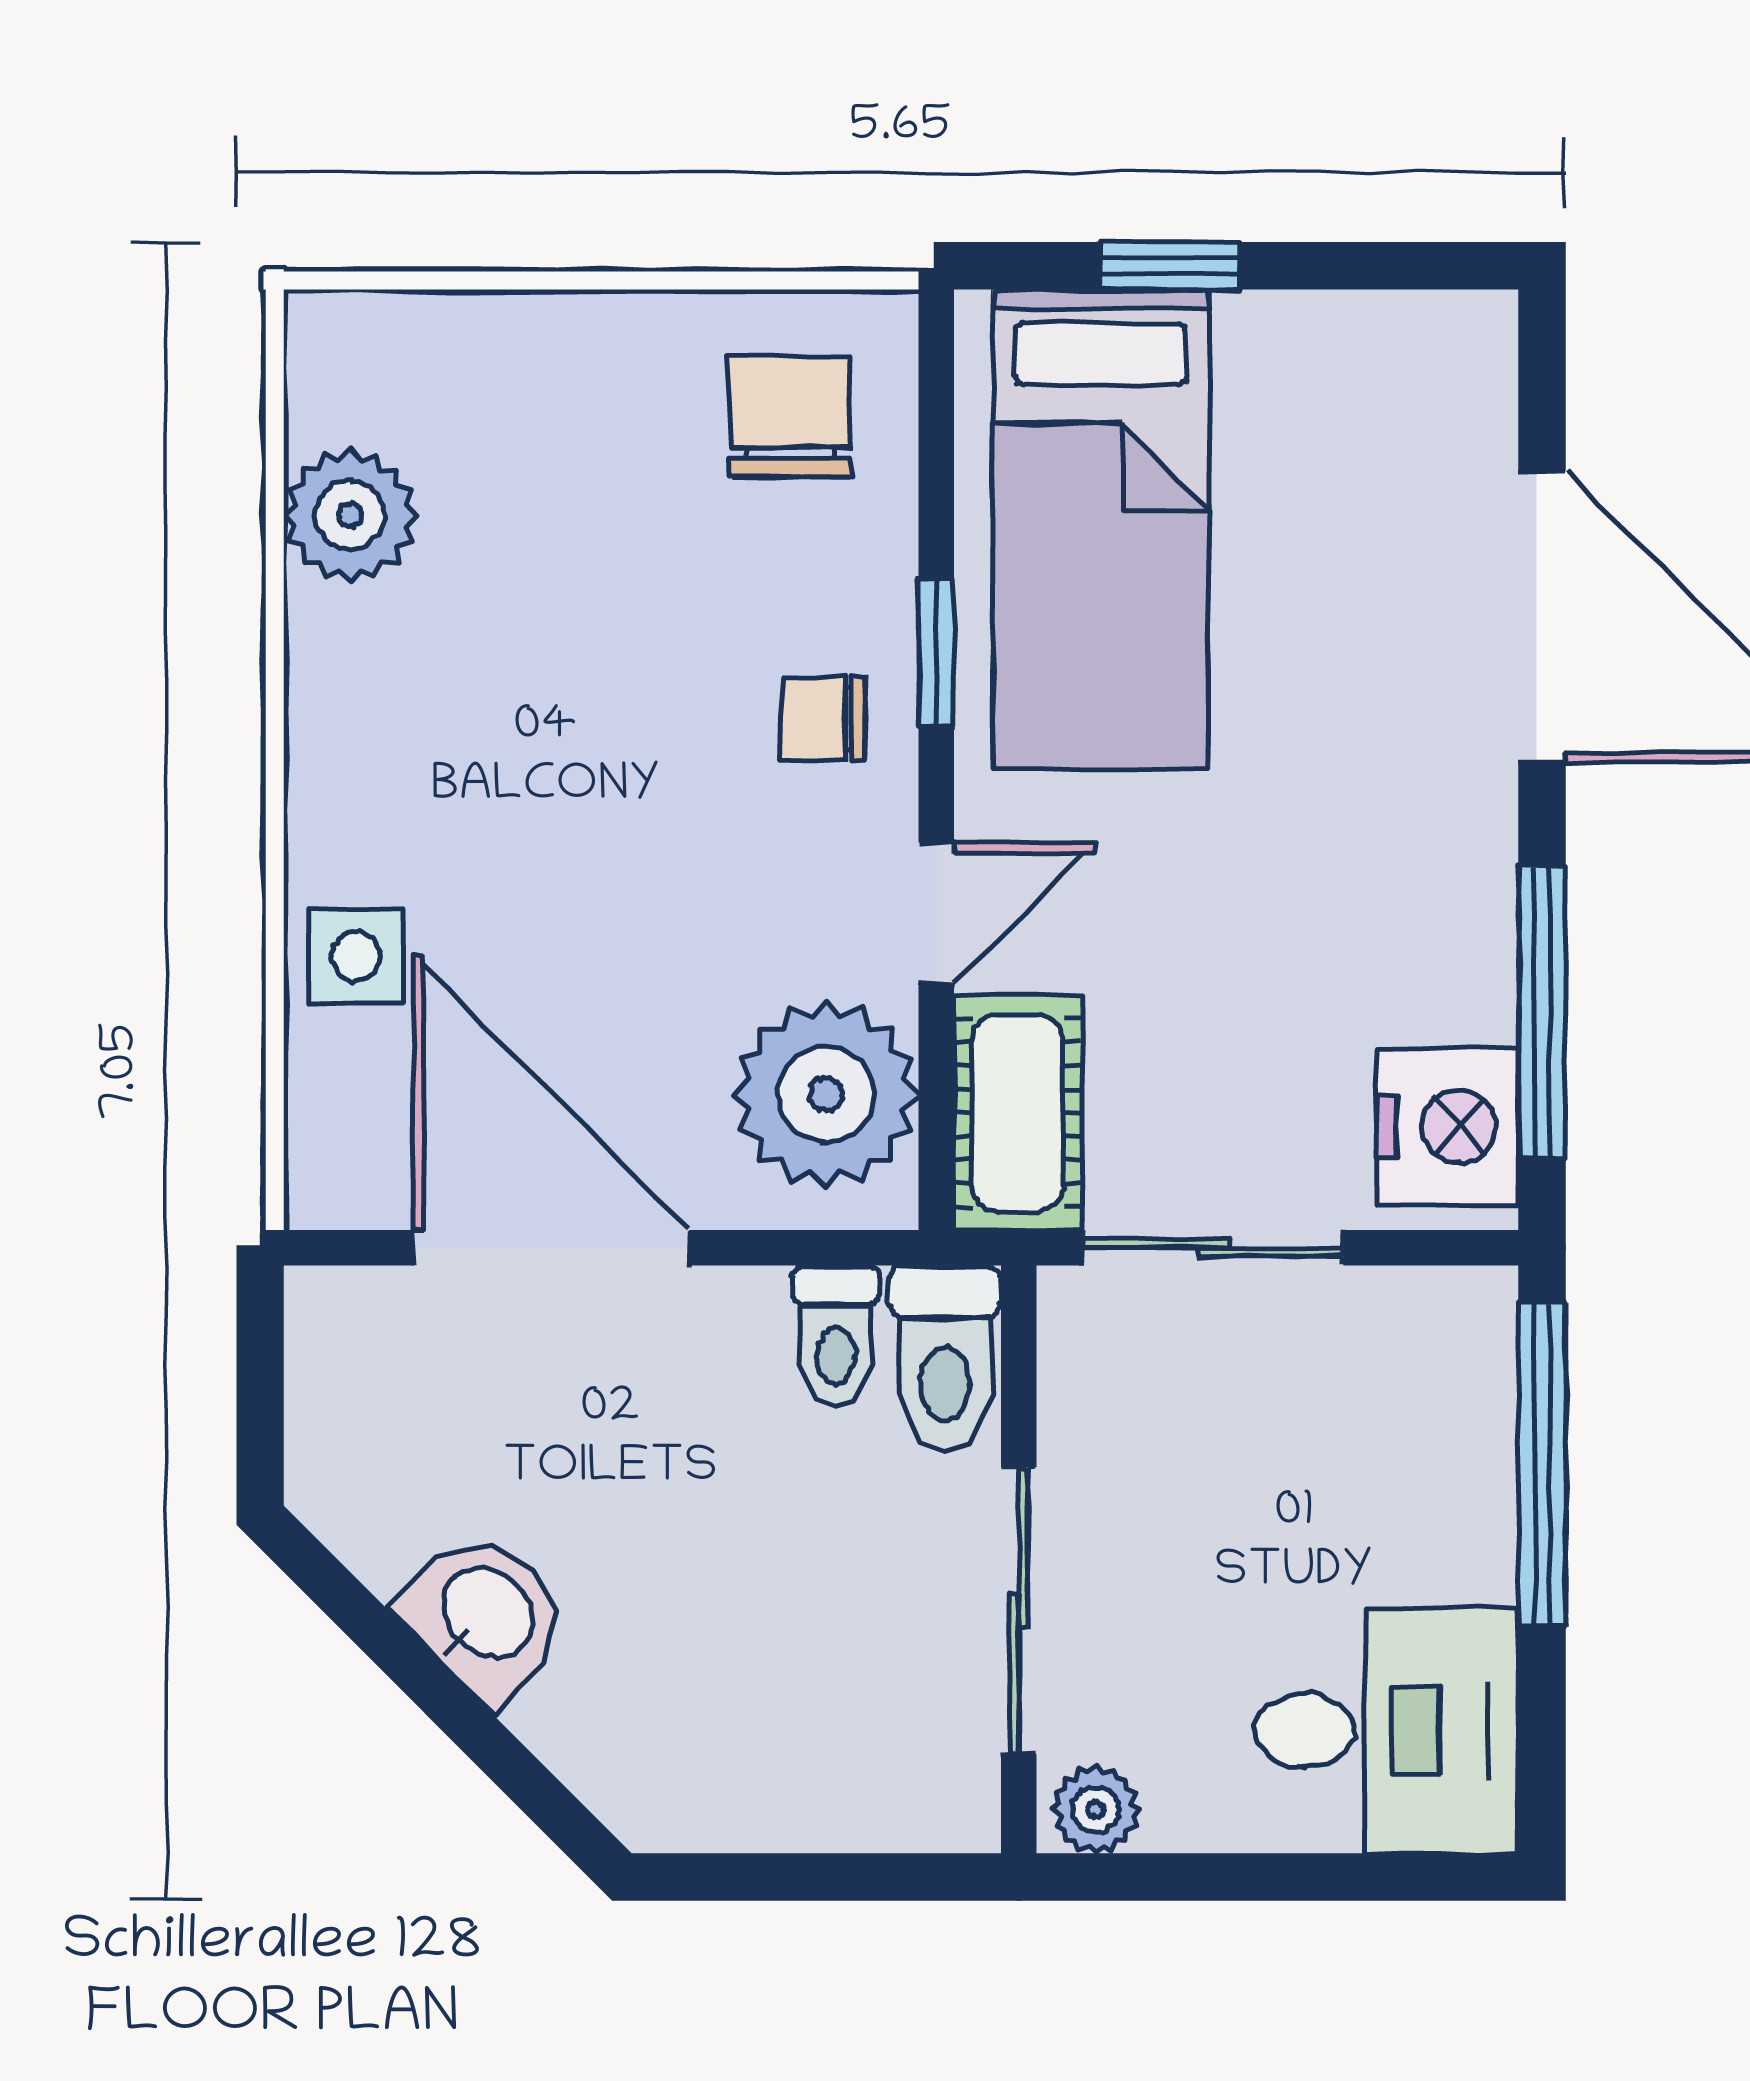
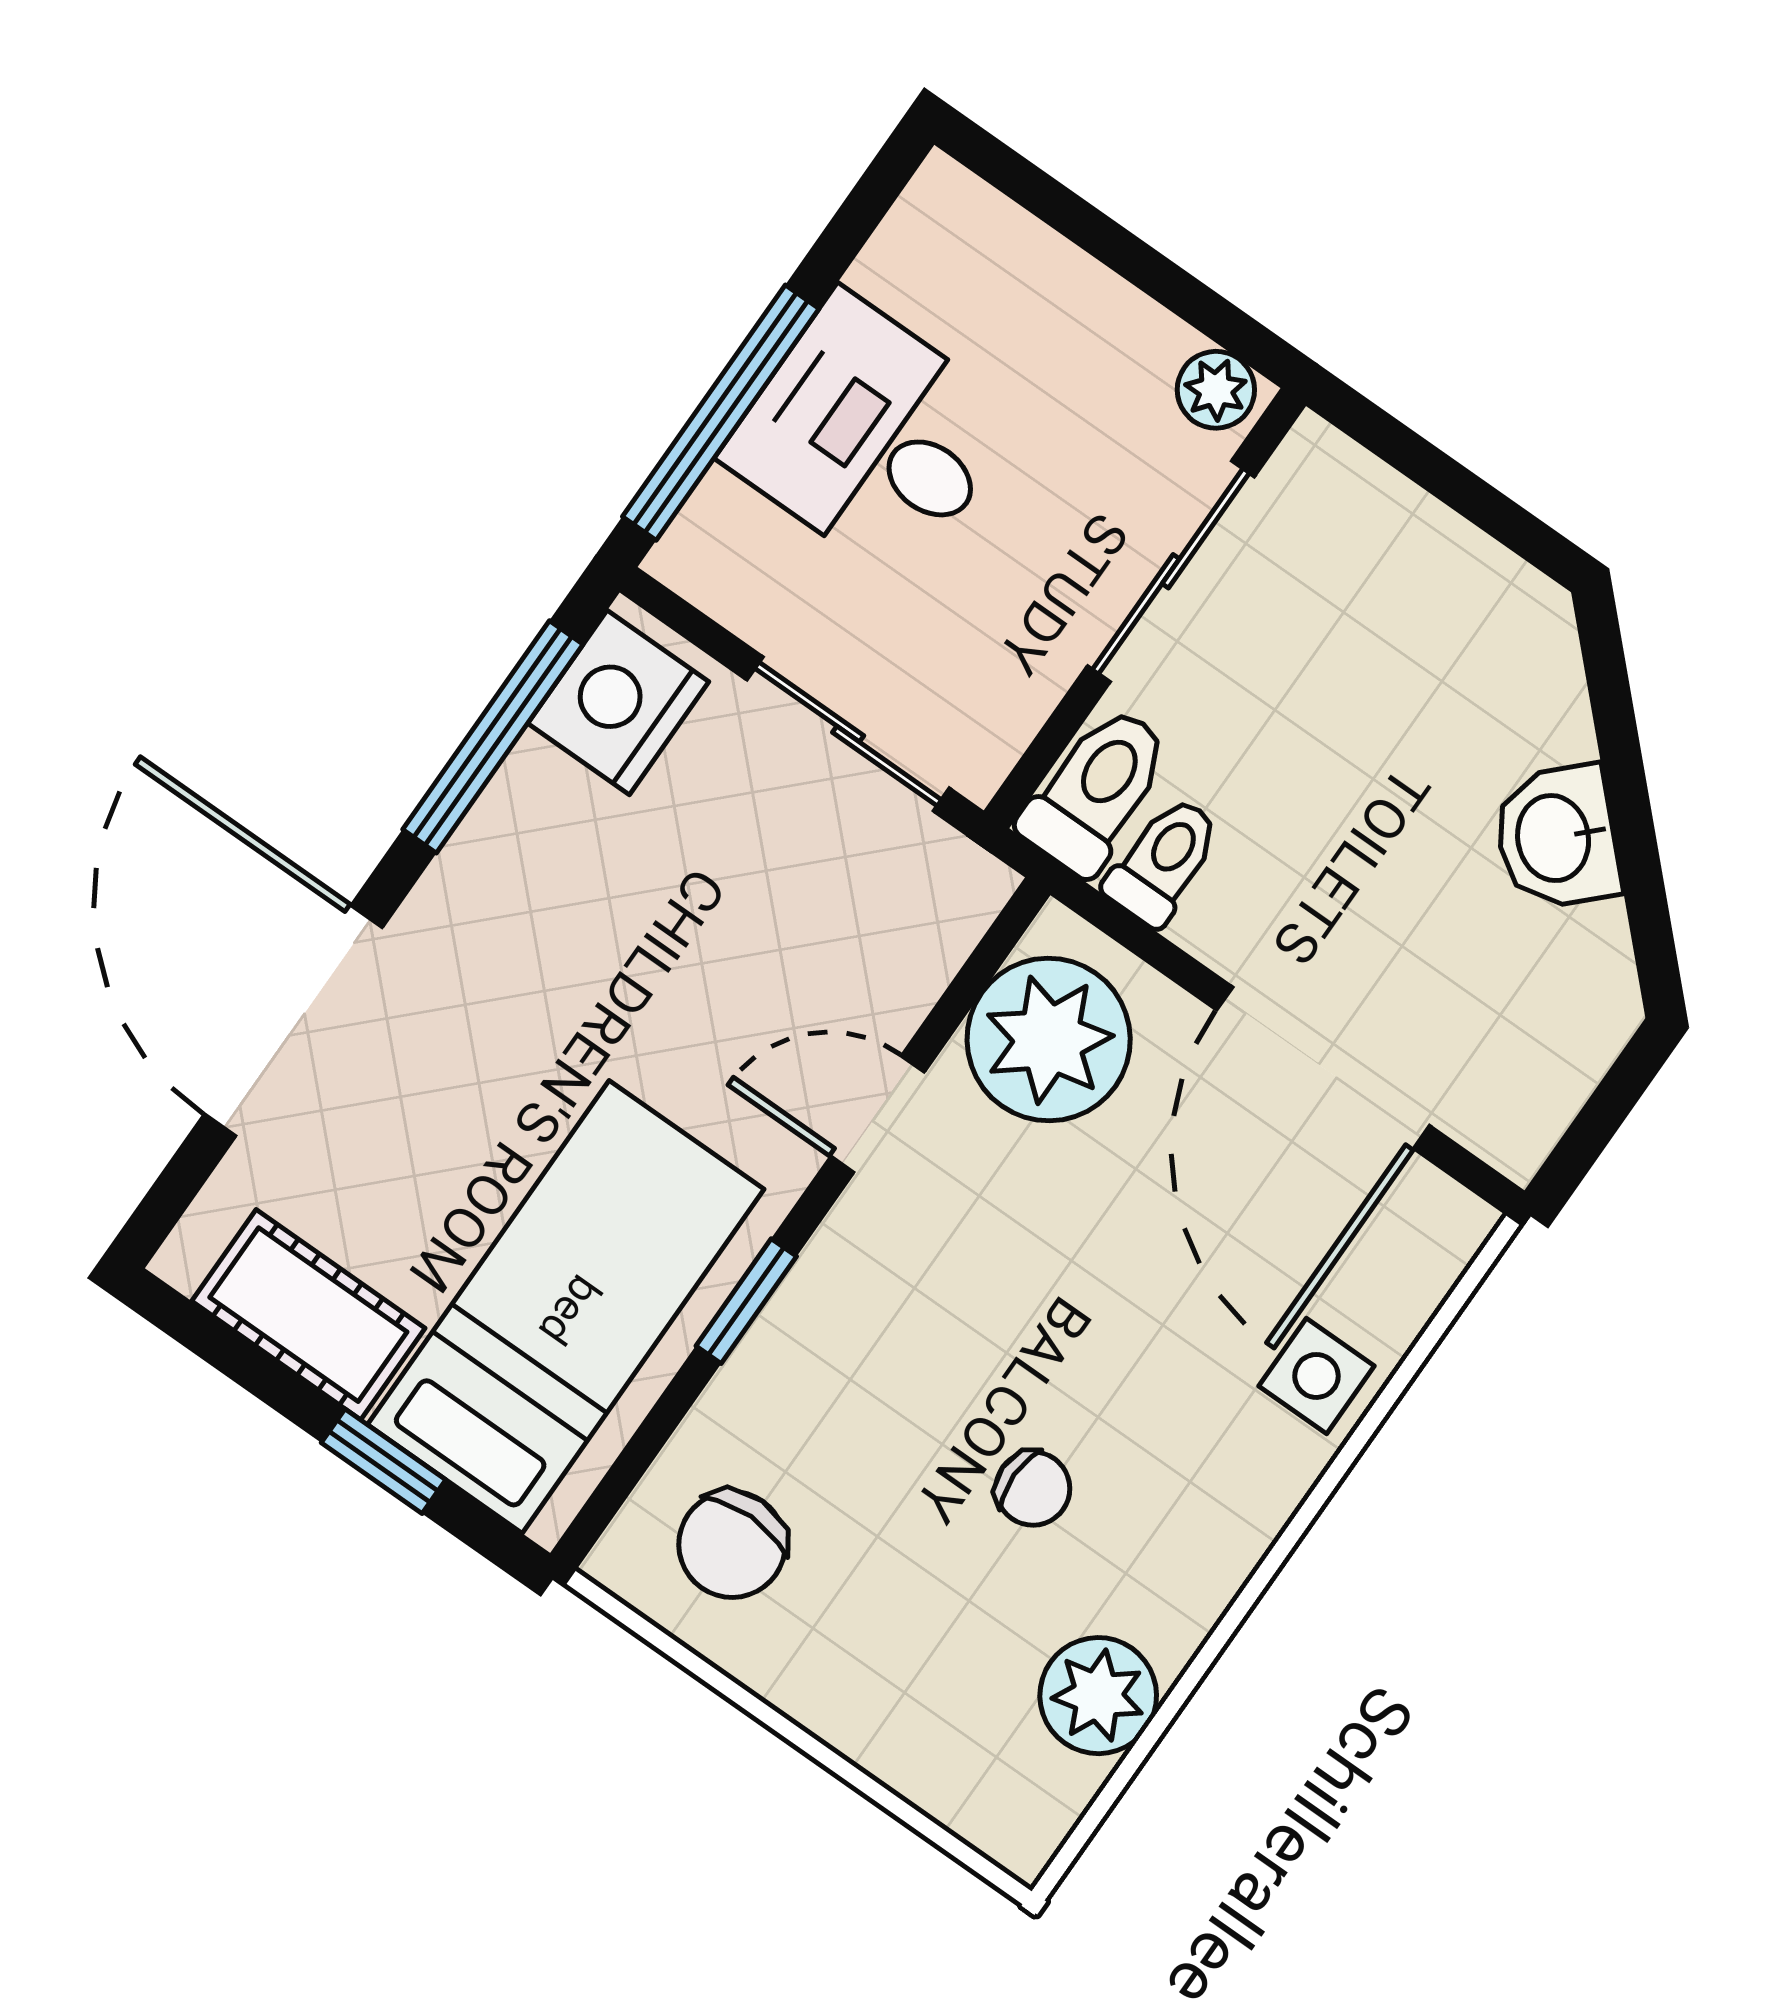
chair: (823, 718) -> (1033, 1488), moved
cot: (1018, 1113) -> (308, 1315), moved, turned 90
desk: (1386, 1731) -> (871, 437), moved

